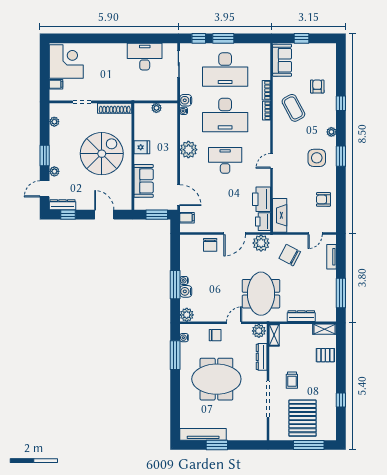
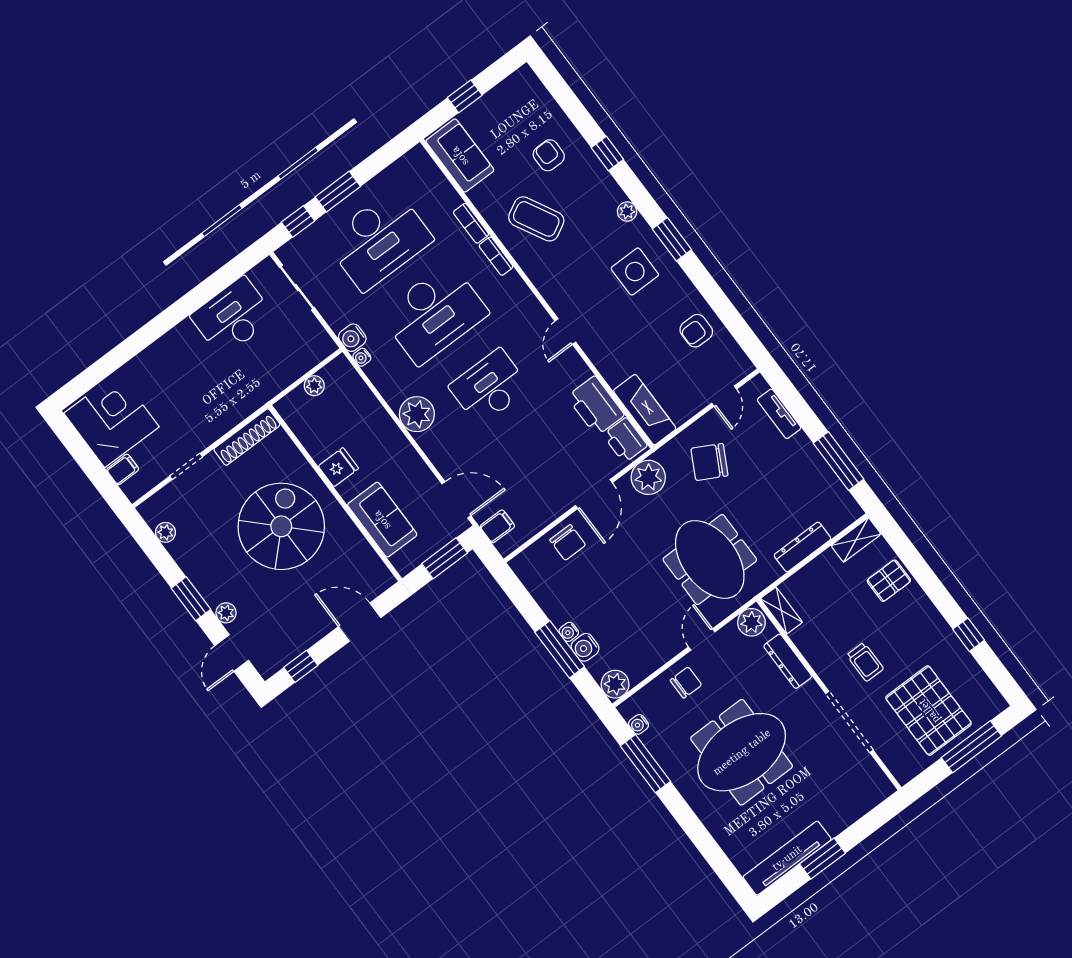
dresser: (63, 205) -> (280, 657), removed

